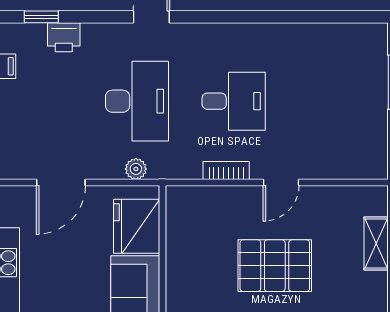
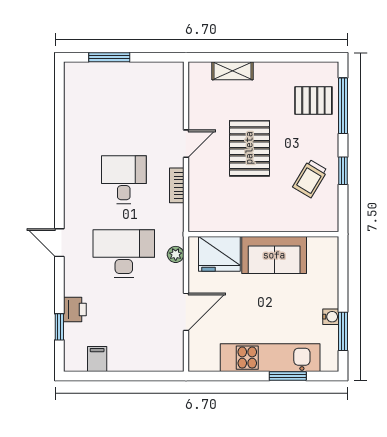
door: (61, 183) -> (186, 312), hinge flipped
door: (281, 183) -> (186, 144), hinge flipped

